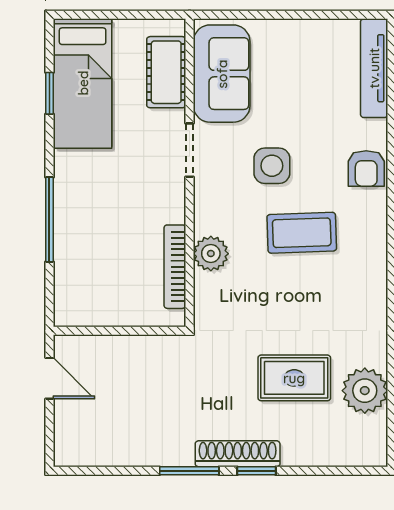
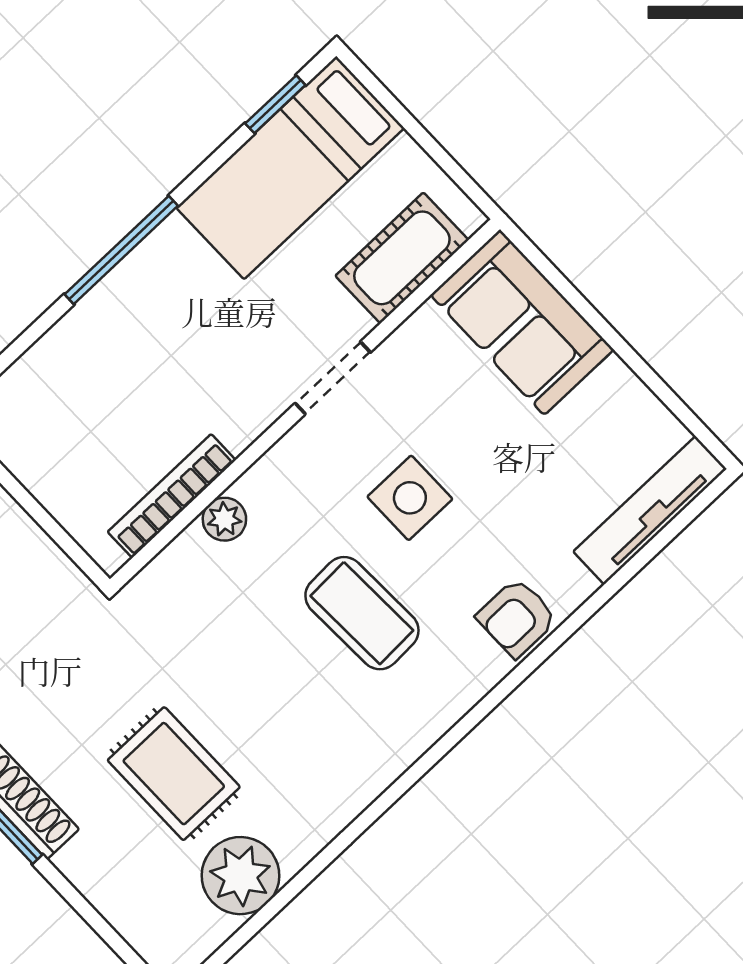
sofa: (222, 74) -> (522, 322), moved, turned 90
window: (49, 93) -> (275, 104), moved
window: (49, 219) -> (121, 250), moved
plant: (211, 254) -> (224, 519), width x0.73, depth x0.73

